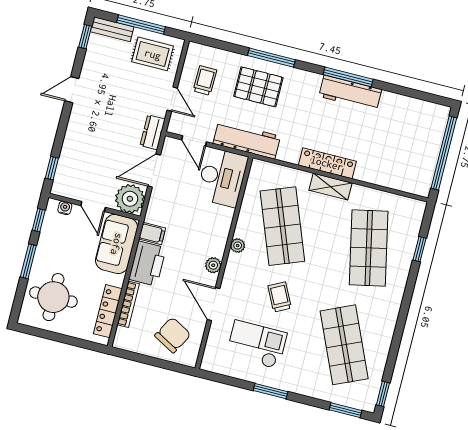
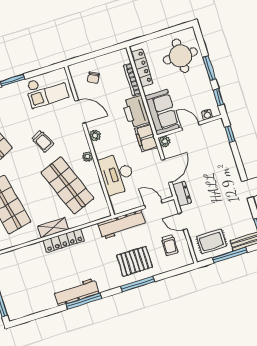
desk: (222, 177) -> (117, 174), moved
plant: (130, 199) -> (165, 141), width x0.53, depth x0.53
filing cabinet: (152, 234) -> (146, 138), width x2.00
chair: (173, 335) -> (93, 78), width x0.54, depth x0.54
checkout: (257, 345) -> (47, 90), moved

